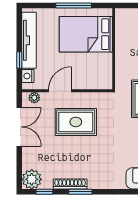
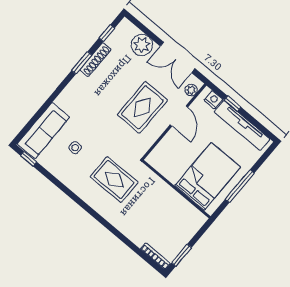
plant: (32, 179) -> (142, 45), moved

